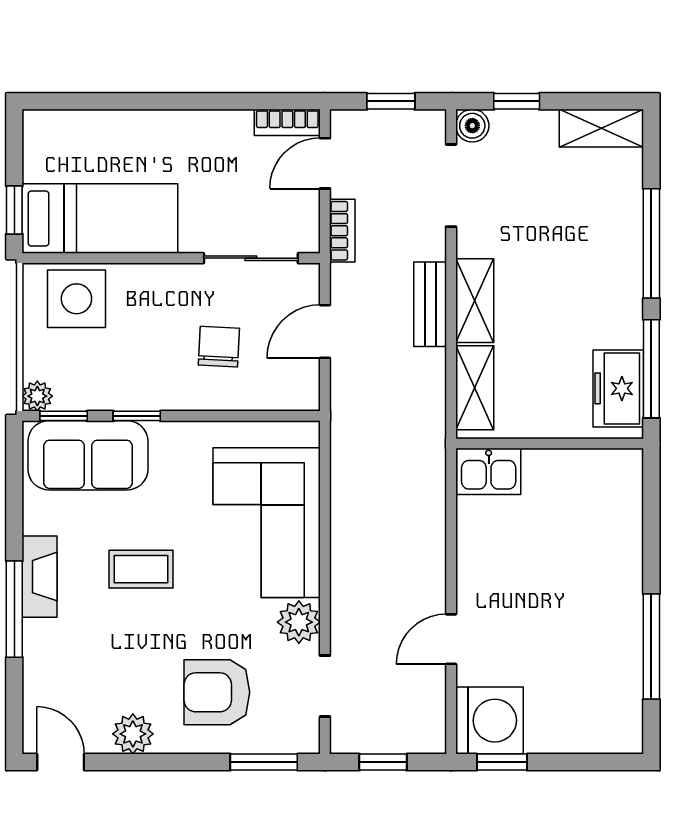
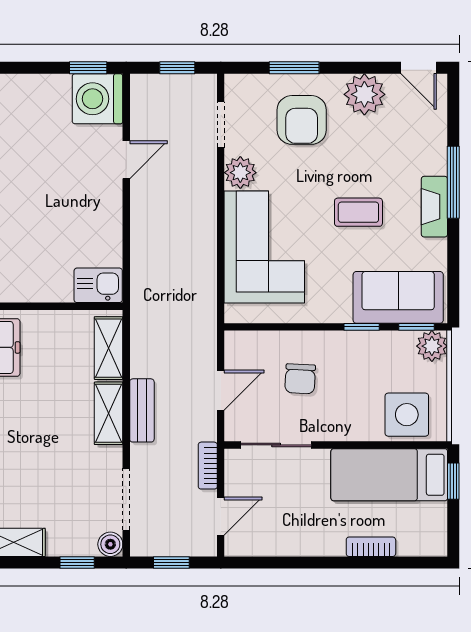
bookcase: (287, 122) -> (371, 547), moved
plant: (37, 396) -> (432, 346), width x1.38, depth x1.38
armchair: (217, 692) -> (302, 120), turned 90
plant: (133, 734) -> (364, 94), width x1.36, depth x1.36
window: (264, 762) -> (294, 68), moved

